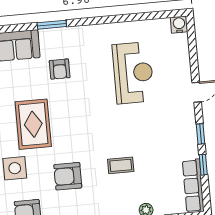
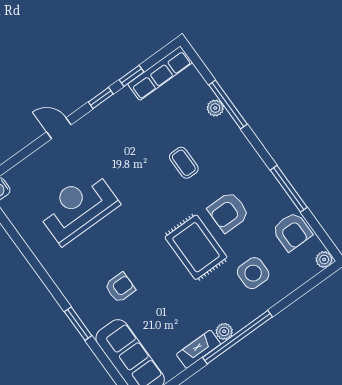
rug: (33, 124) -> (196, 247), moved, turned 90
armchair: (68, 176) -> (228, 212), turned 90

